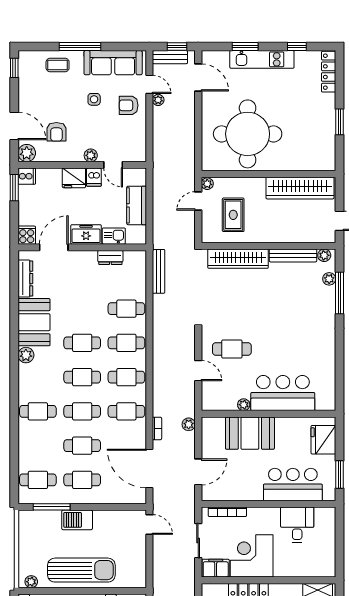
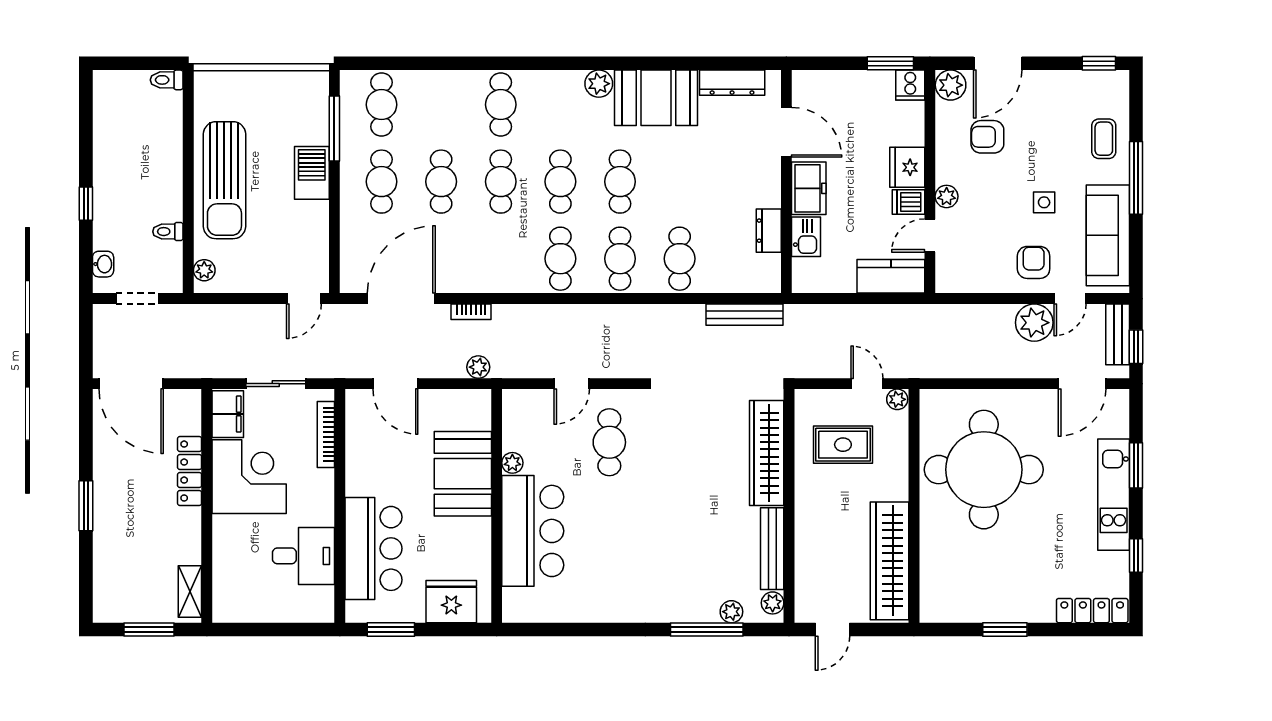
plant: (158, 100) -> (1034, 323), width x1.88, depth x1.88
kitchen counter: (137, 205) -> (891, 276), moved
cooker: (27, 235) -> (808, 85), removed
cafe table: (126, 411) -> (501, 259), removed
plant: (31, 582) -> (204, 270), moved

